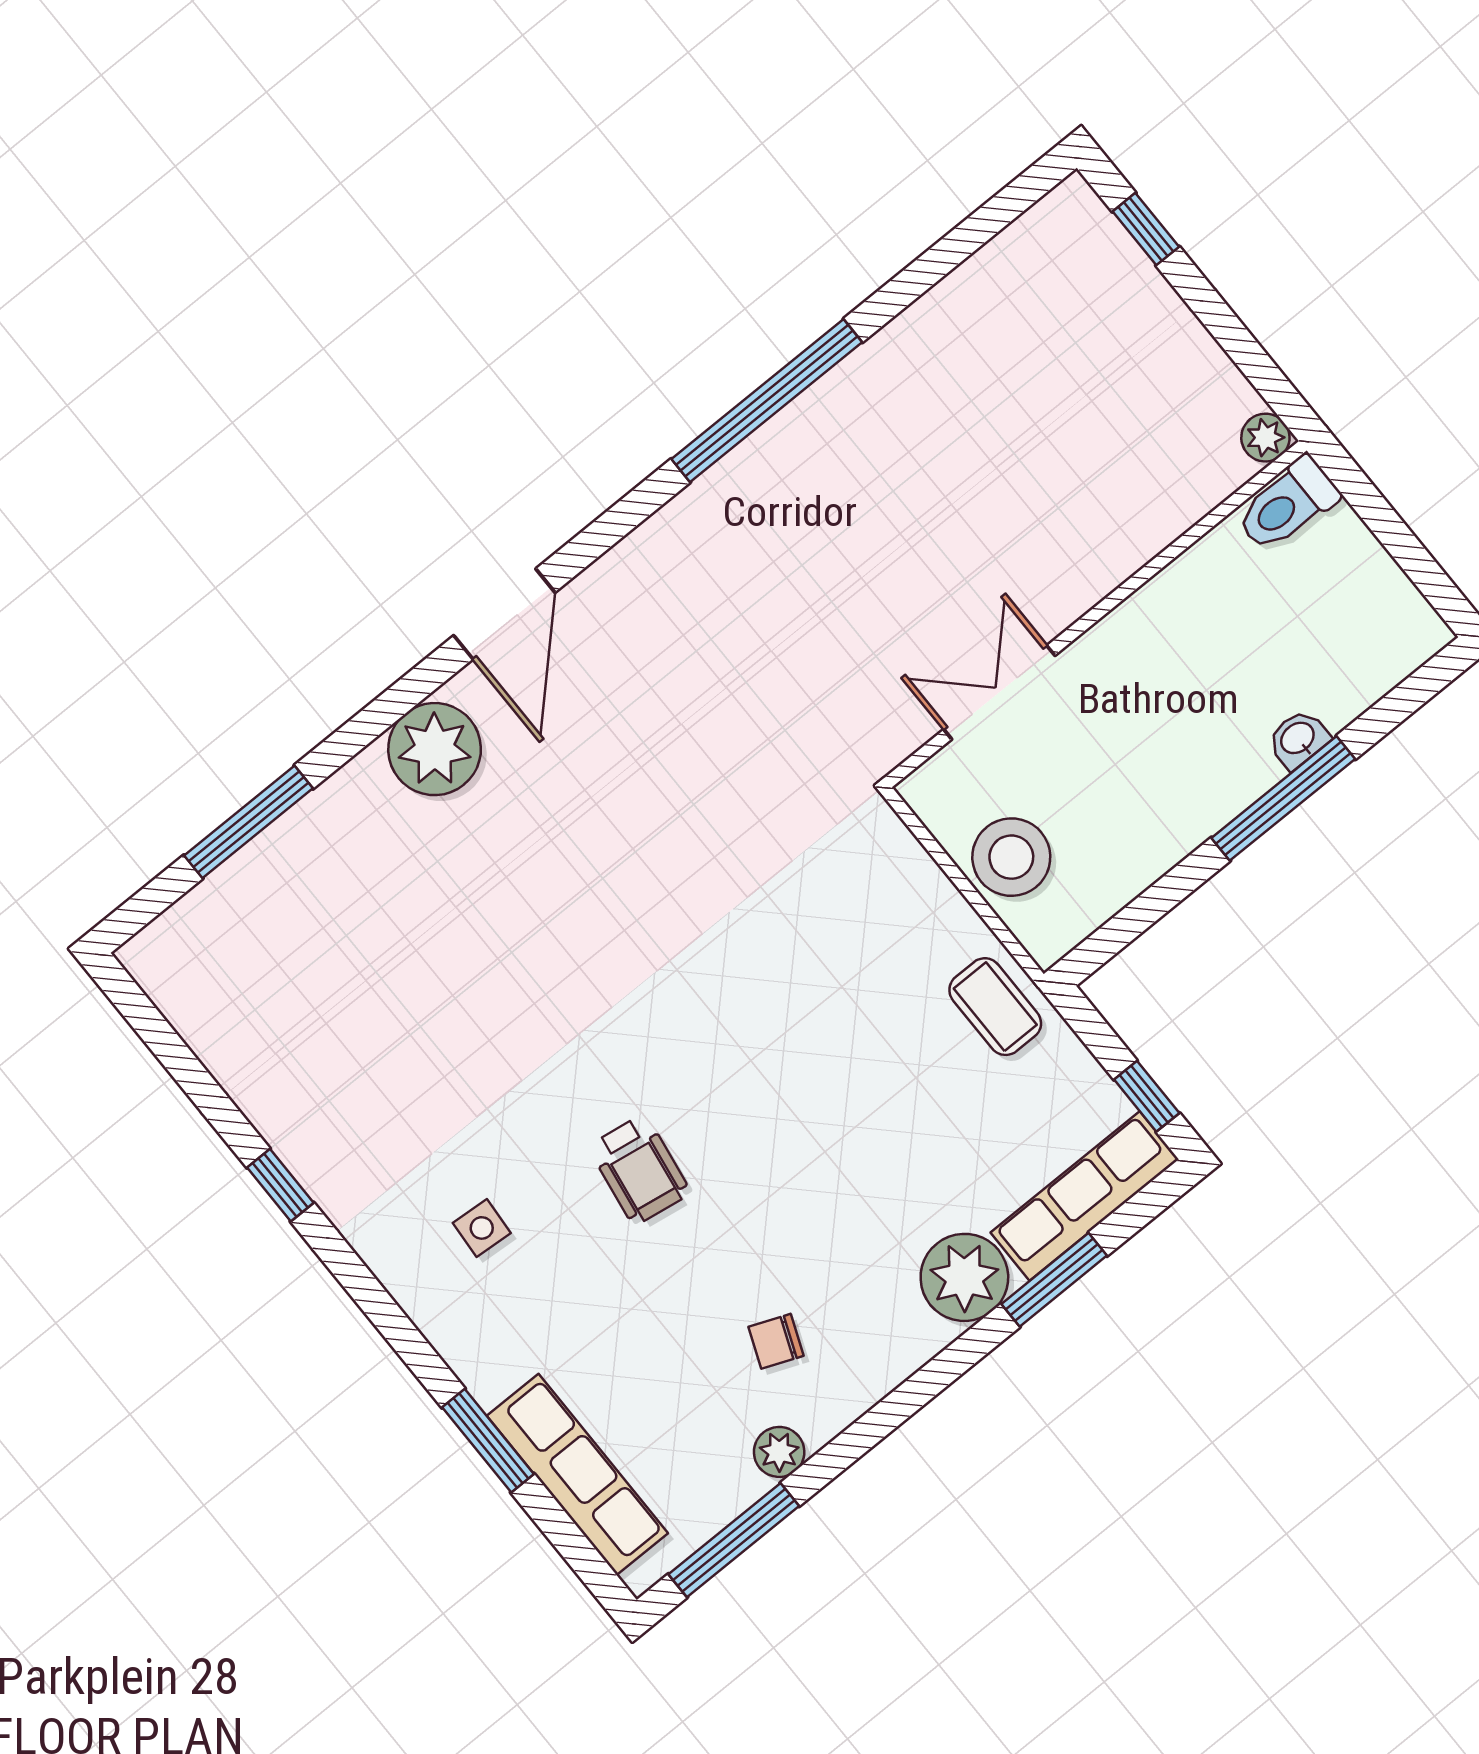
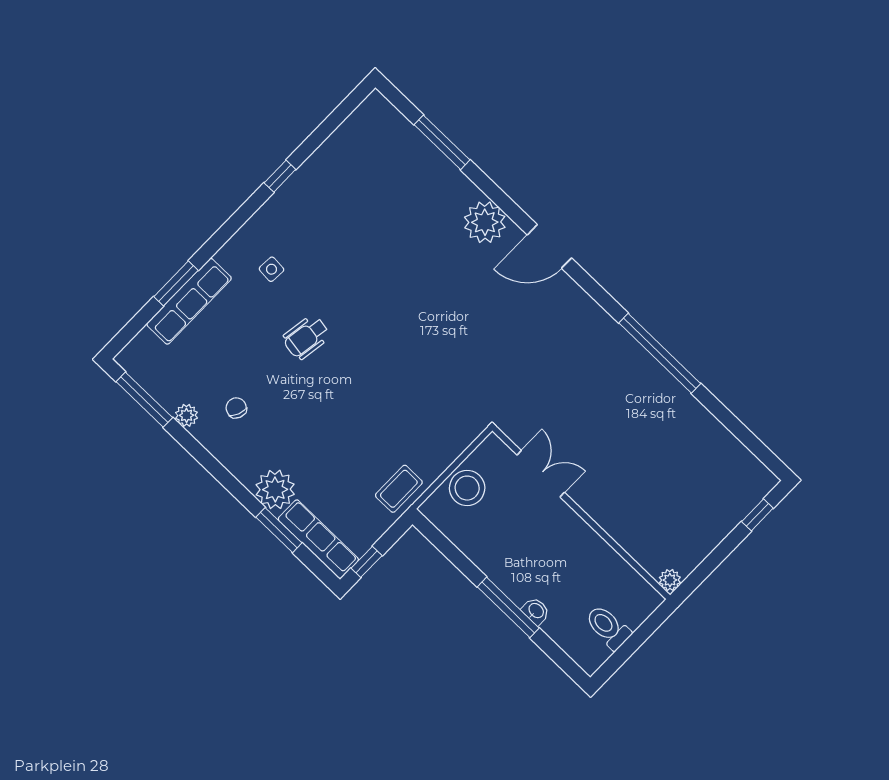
toilet: (1287, 505) -> (608, 627), moved
row of seats: (577, 1475) -> (189, 301), moved

